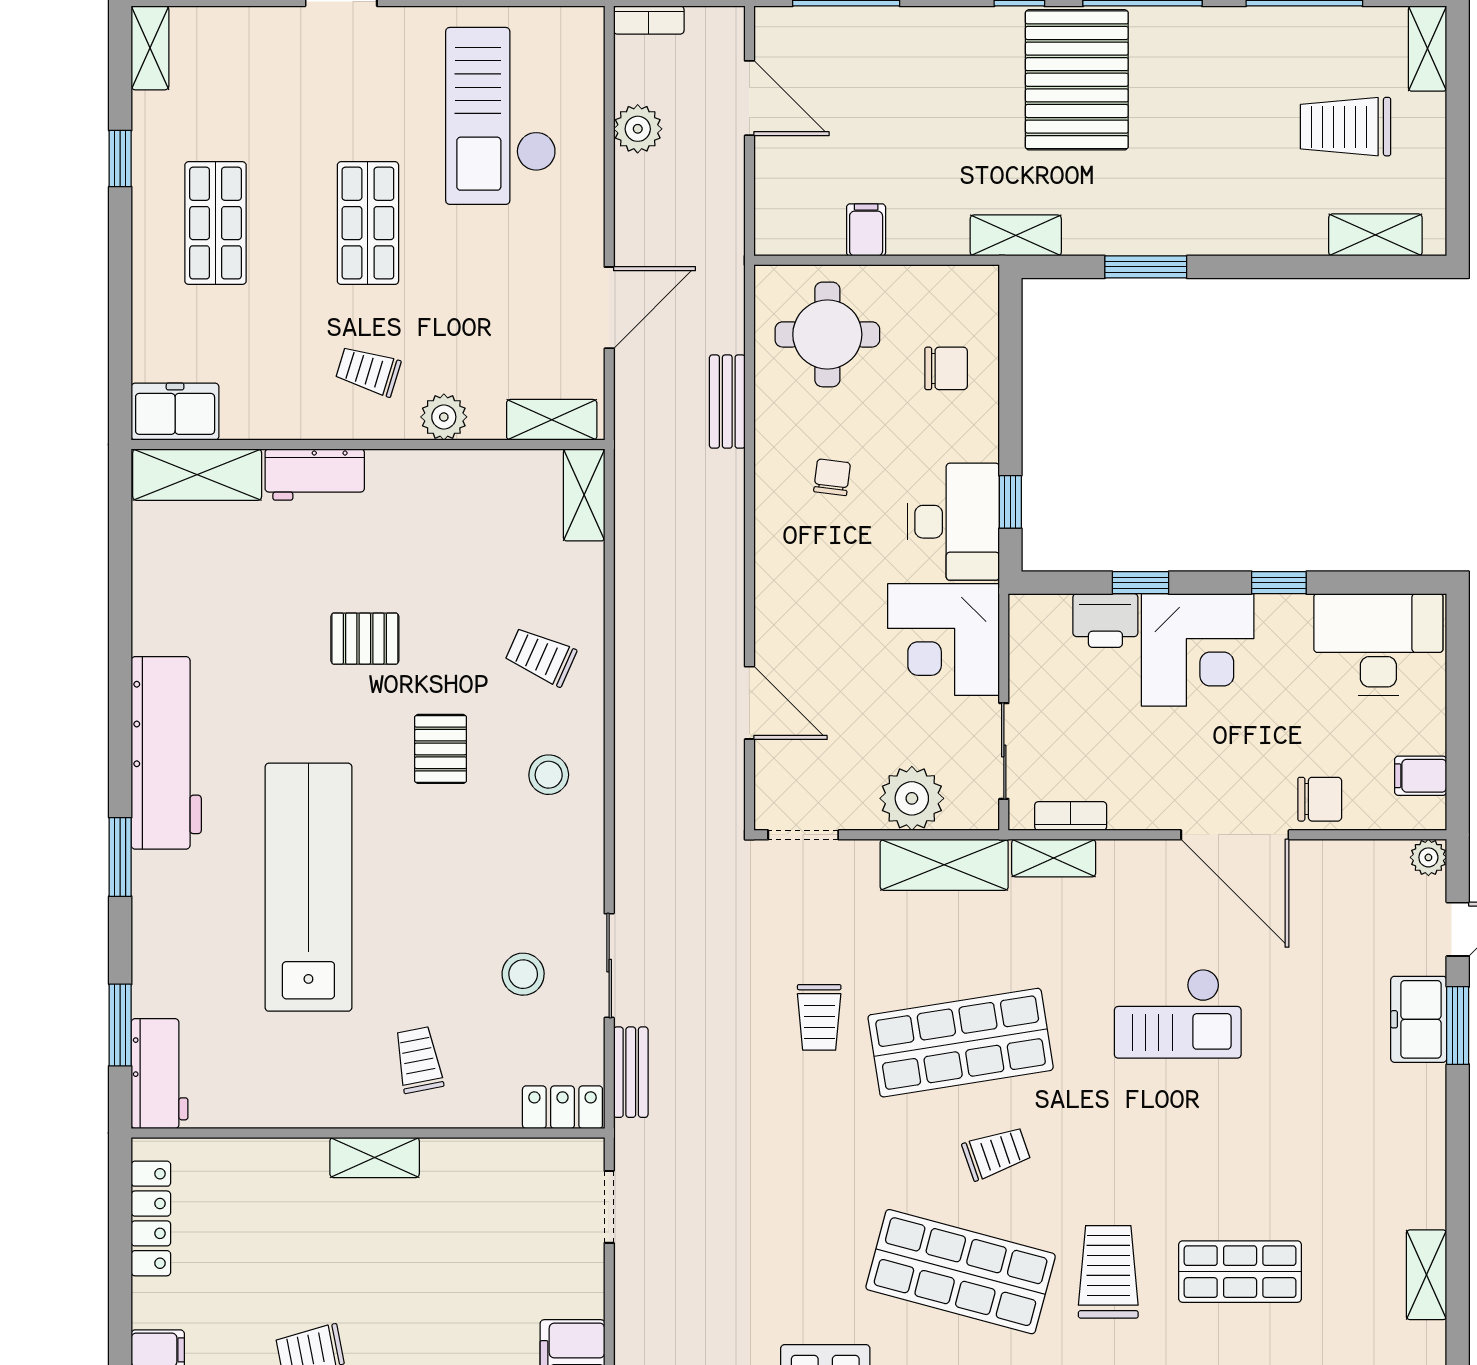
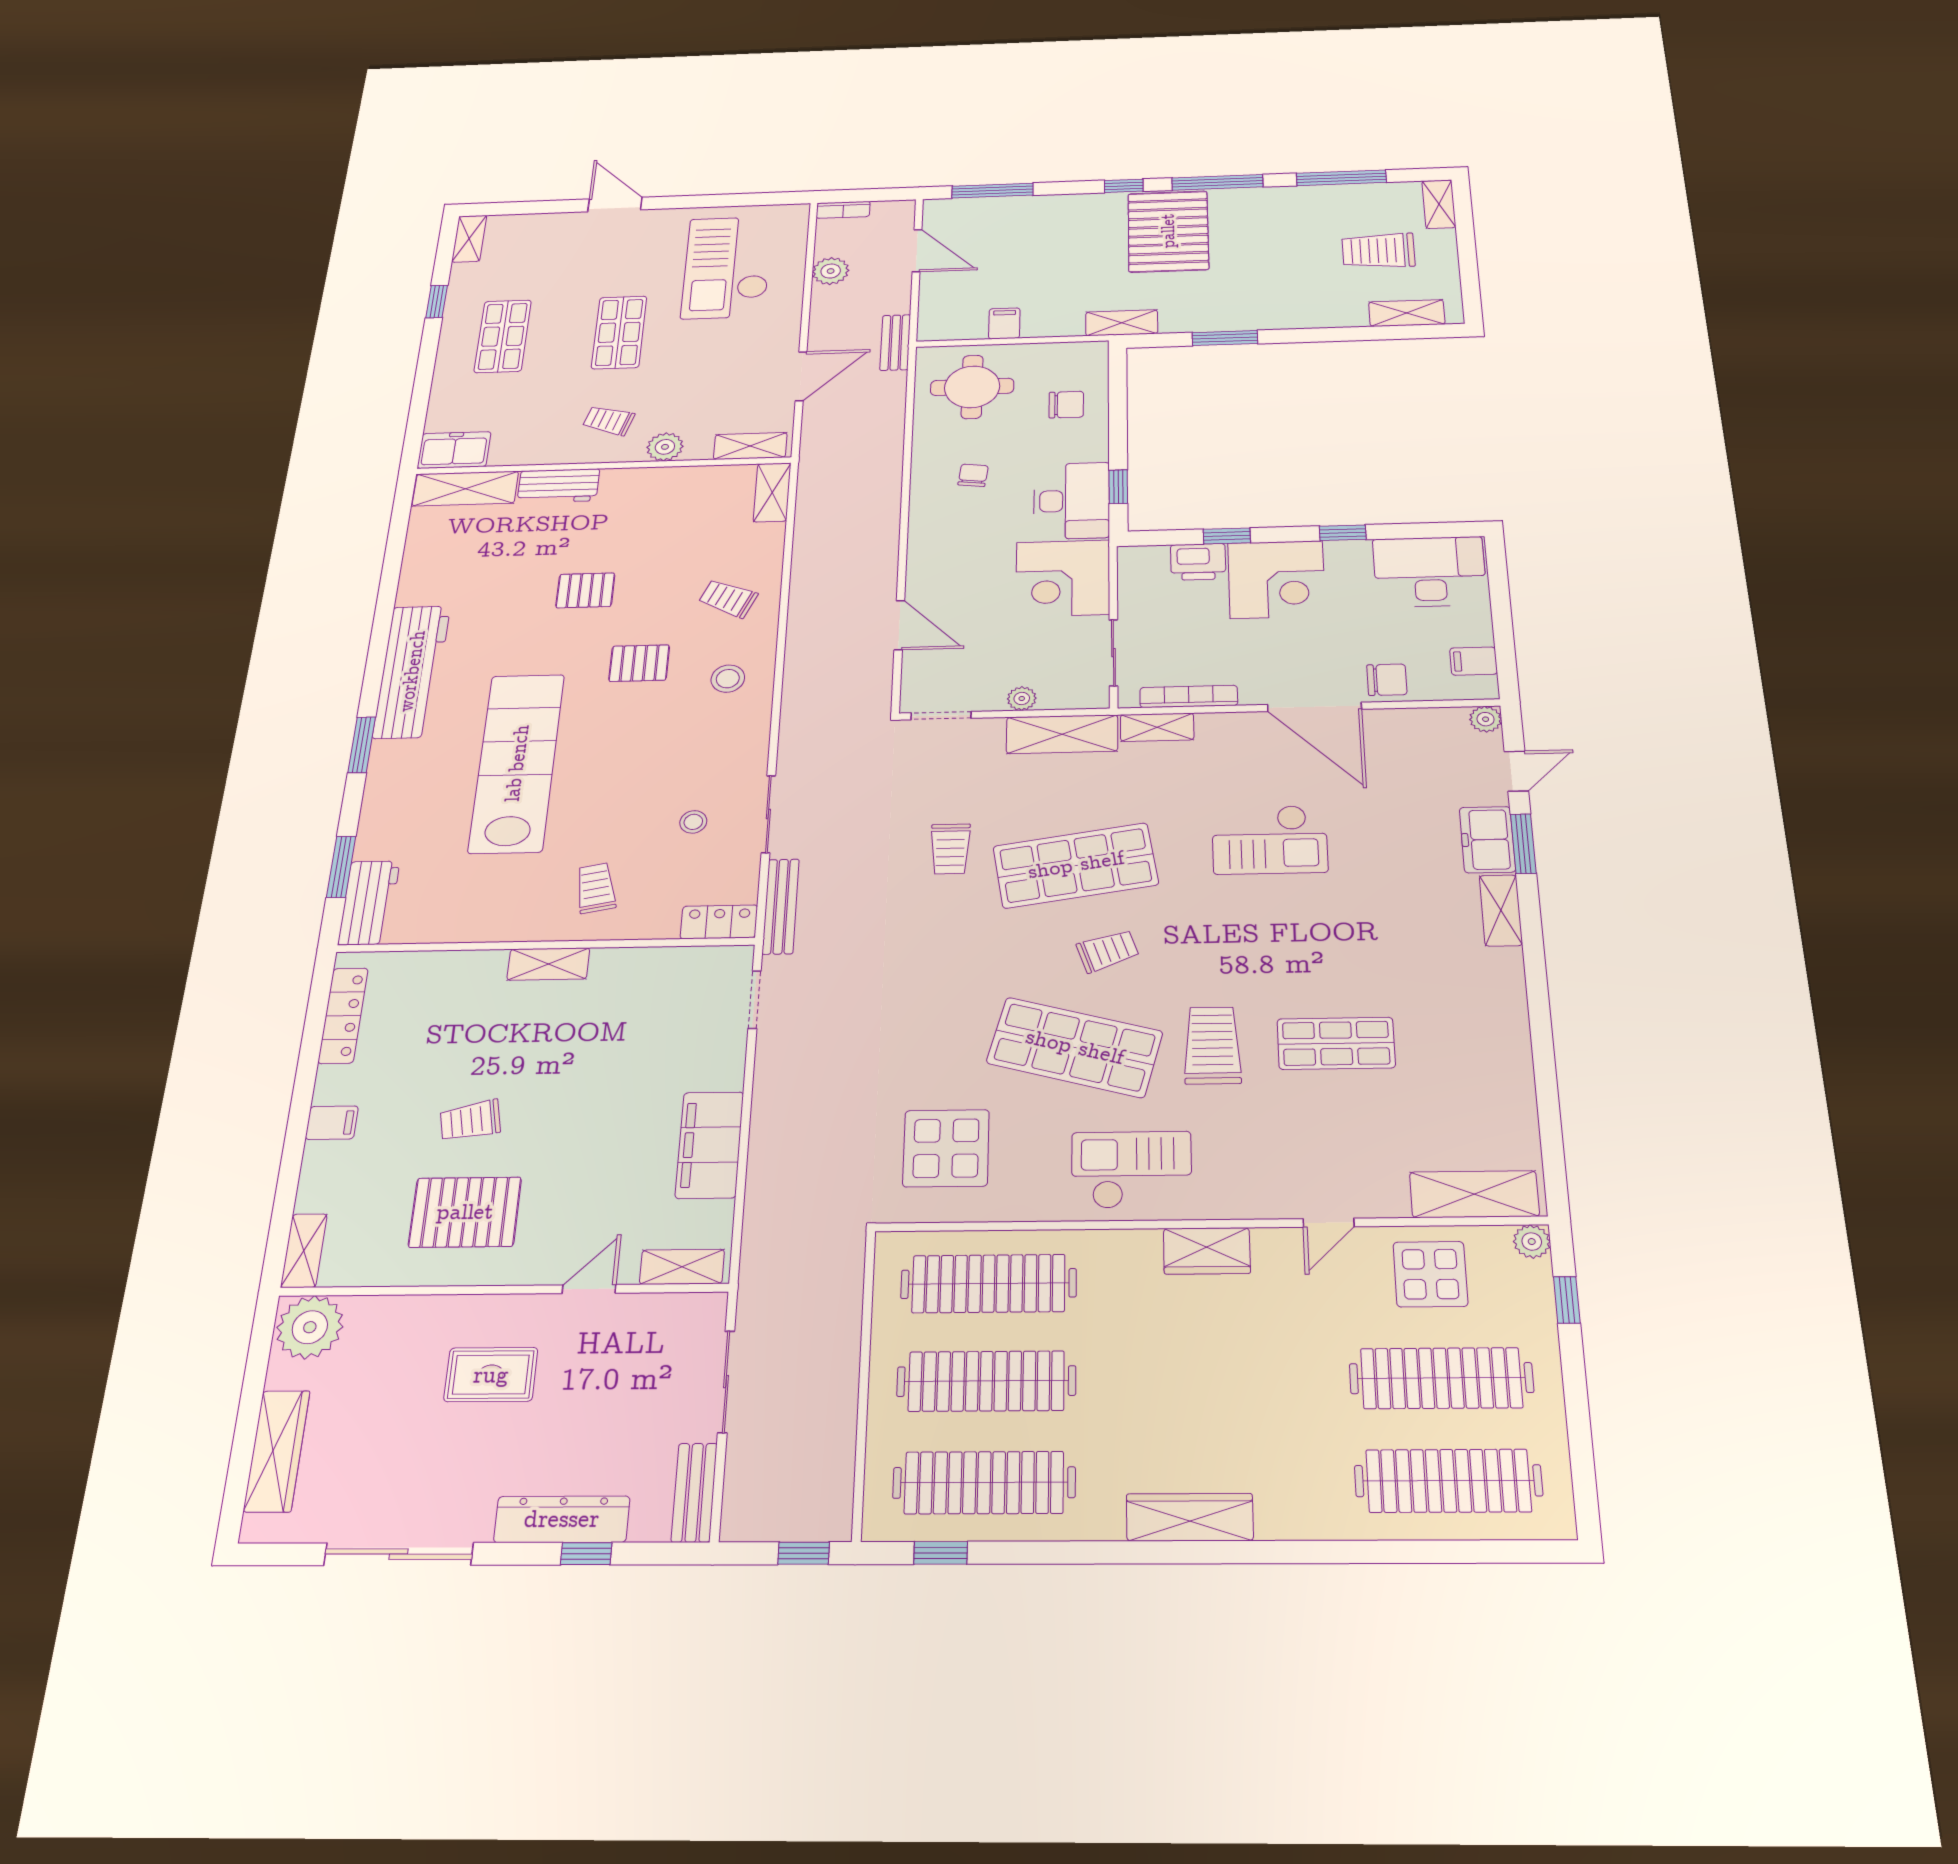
bench: (727, 402) -> (895, 342), moved
pallet: (441, 749) -> (639, 663), turned 90
plant: (912, 798) -> (1022, 698), width x0.53, depth x0.53
bookcase: (1071, 816) -> (1189, 696), width x1.56
stool: (523, 974) -> (693, 822), width x0.73, depth x0.73
bench: (631, 1072) -> (781, 906), width x1.36
shelving: (1426, 1275) -> (1501, 910), moved

